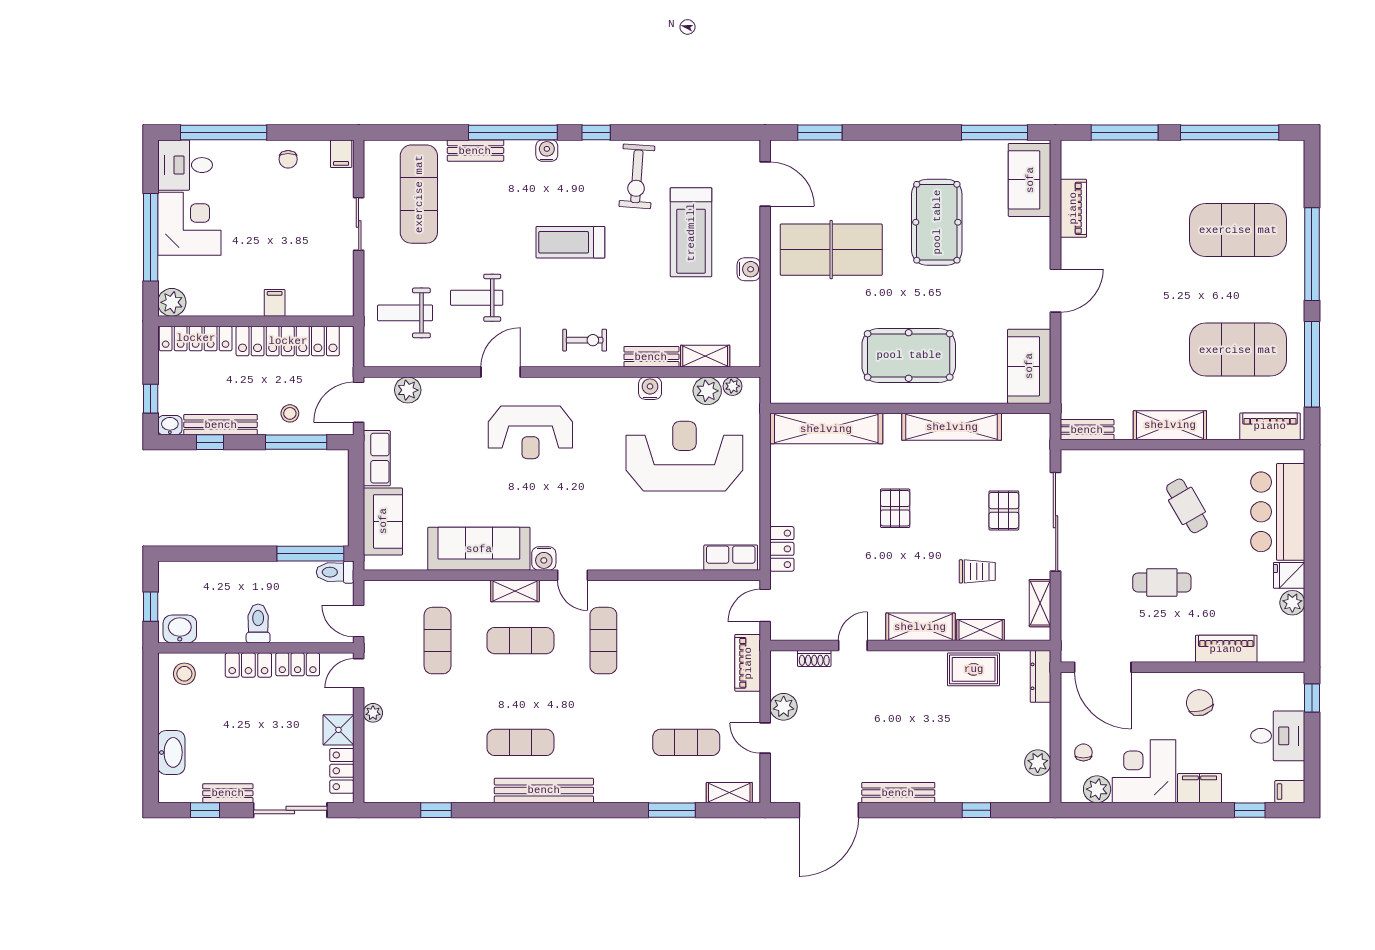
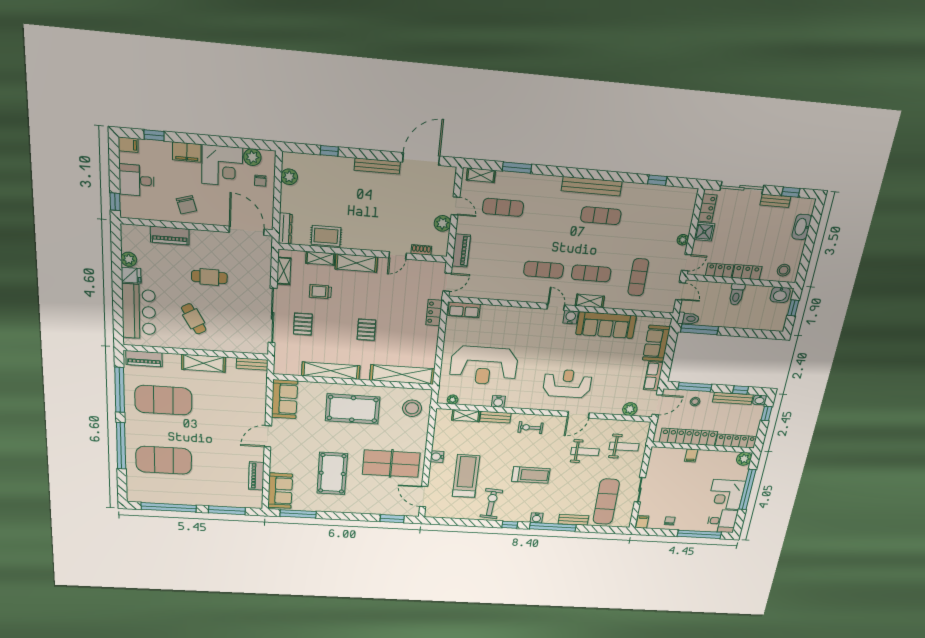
stool: (803, 364) -> (412, 408), added
plant: (707, 391) -> (467, 398), removed
exercise mat: (603, 641) -> (544, 270), turned 90

